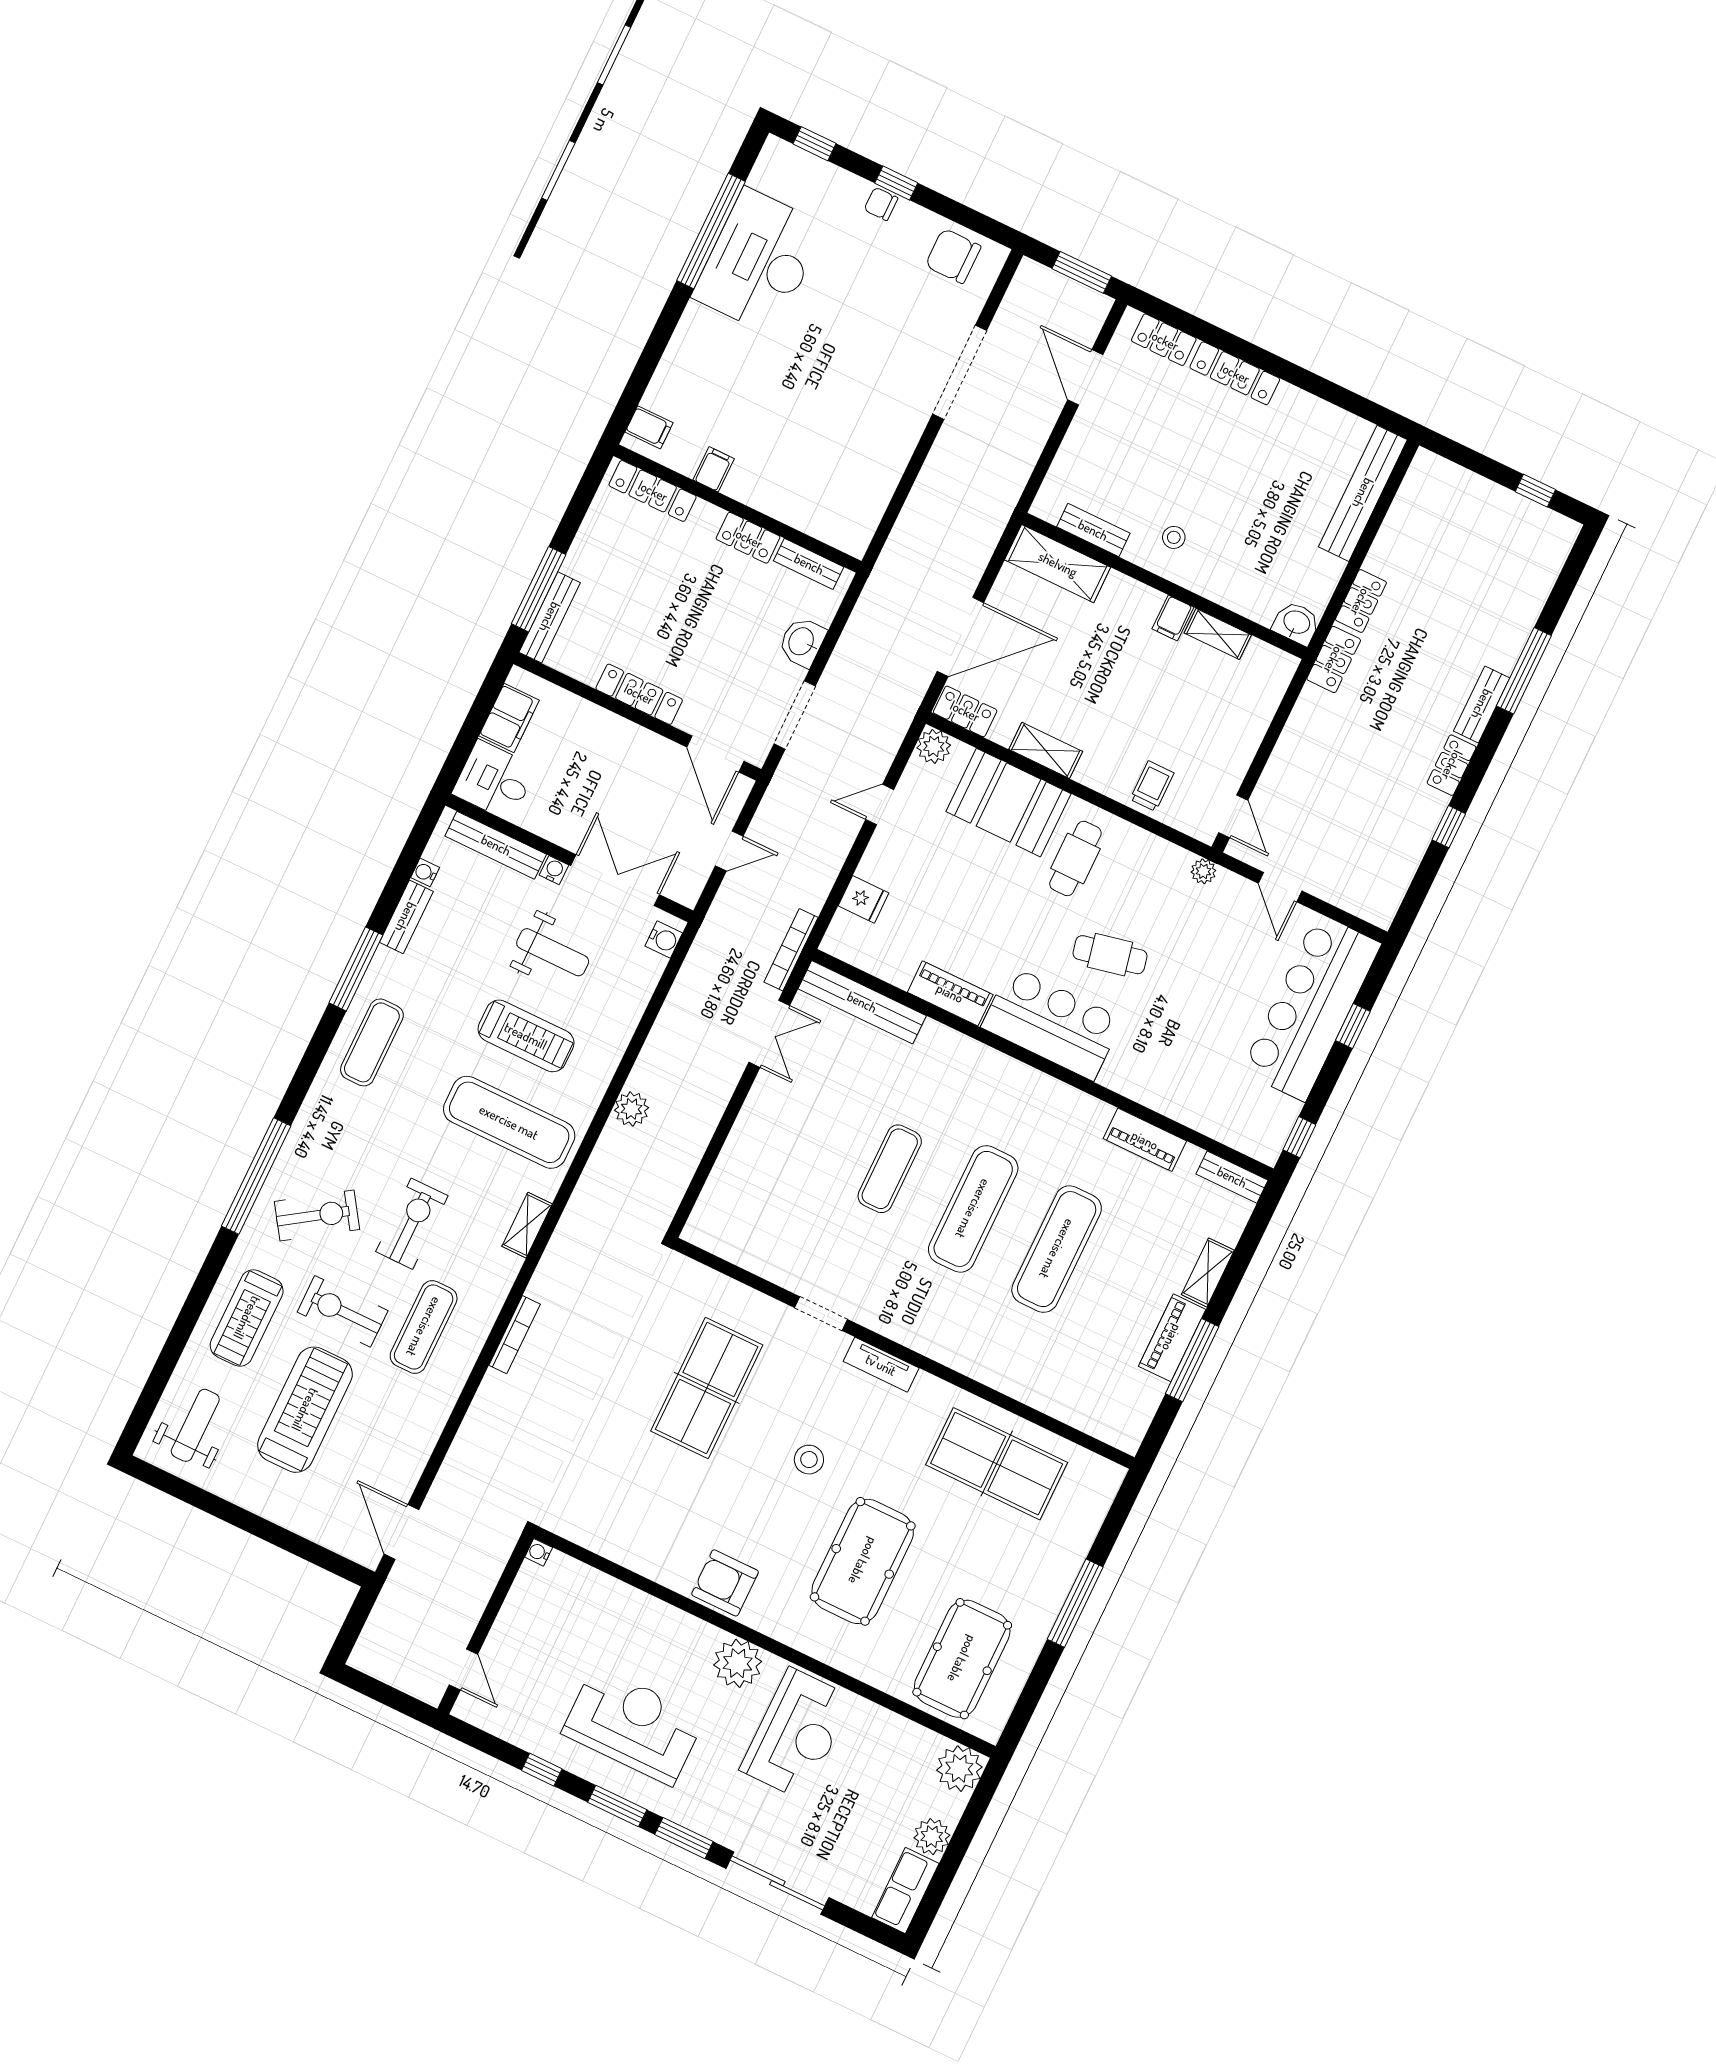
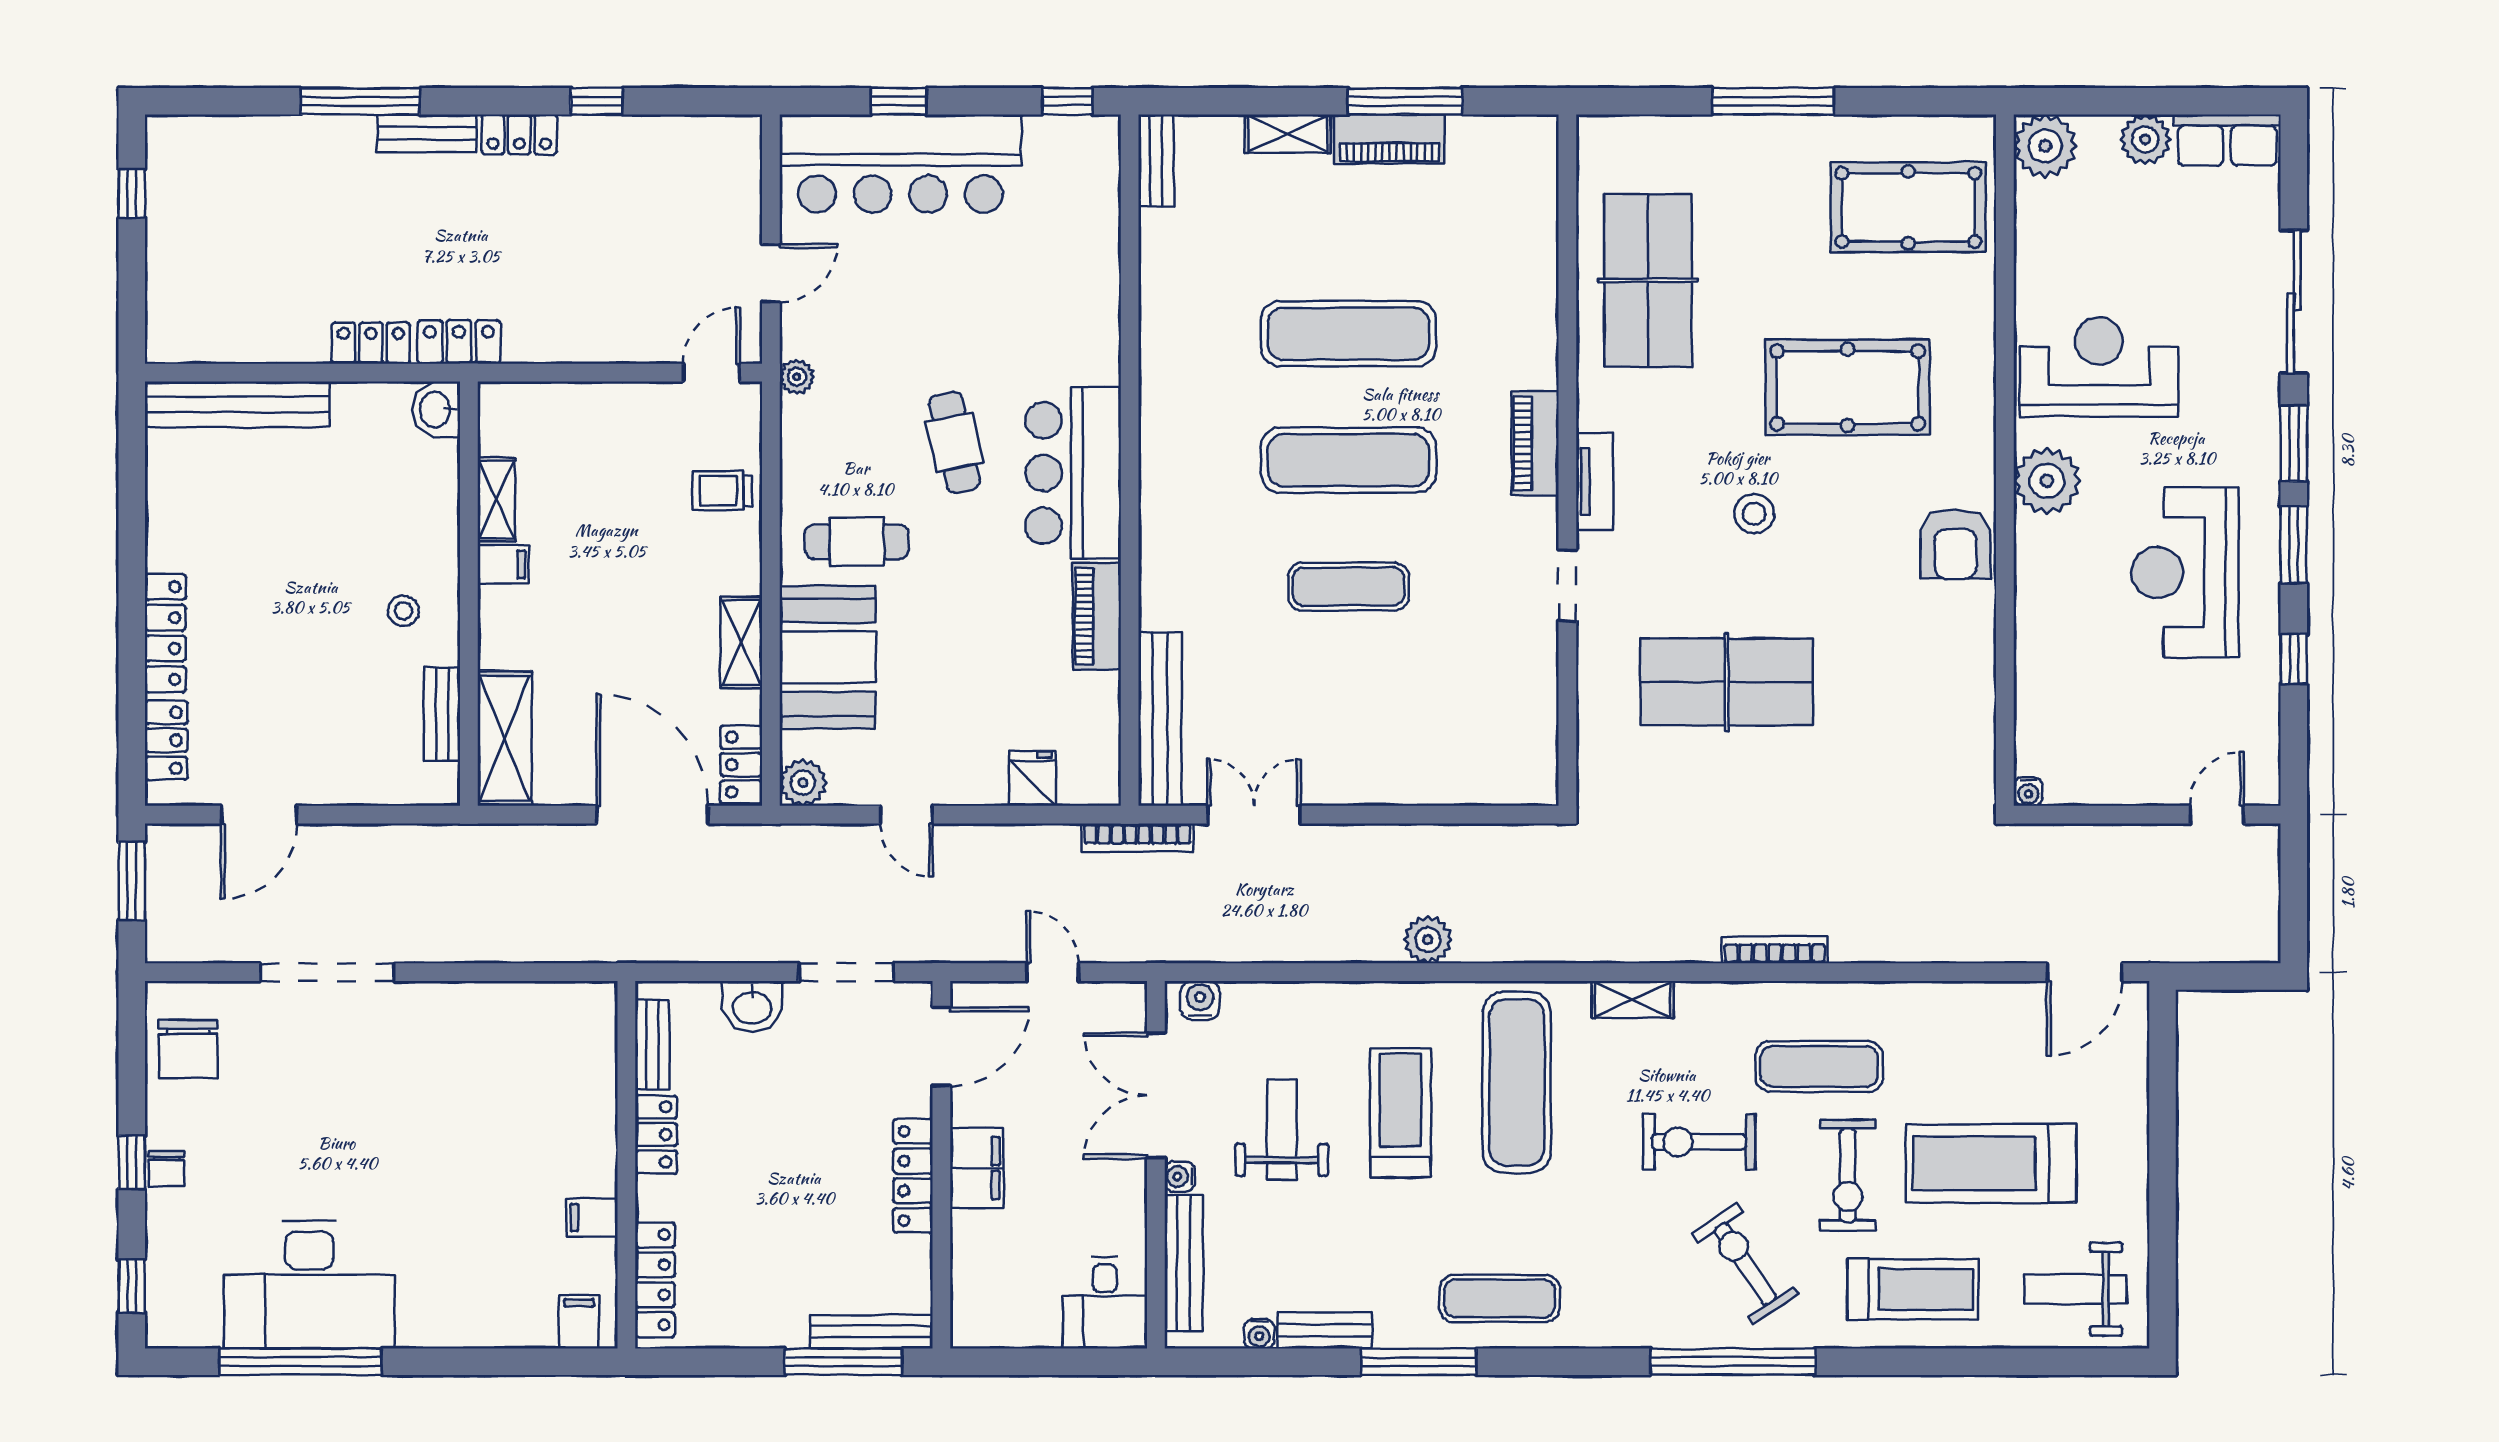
filing cabinet: (509, 718) -> (977, 1168), moved, turned 90
piano: (1145, 1140) -> (1535, 443), moved, turned 180

